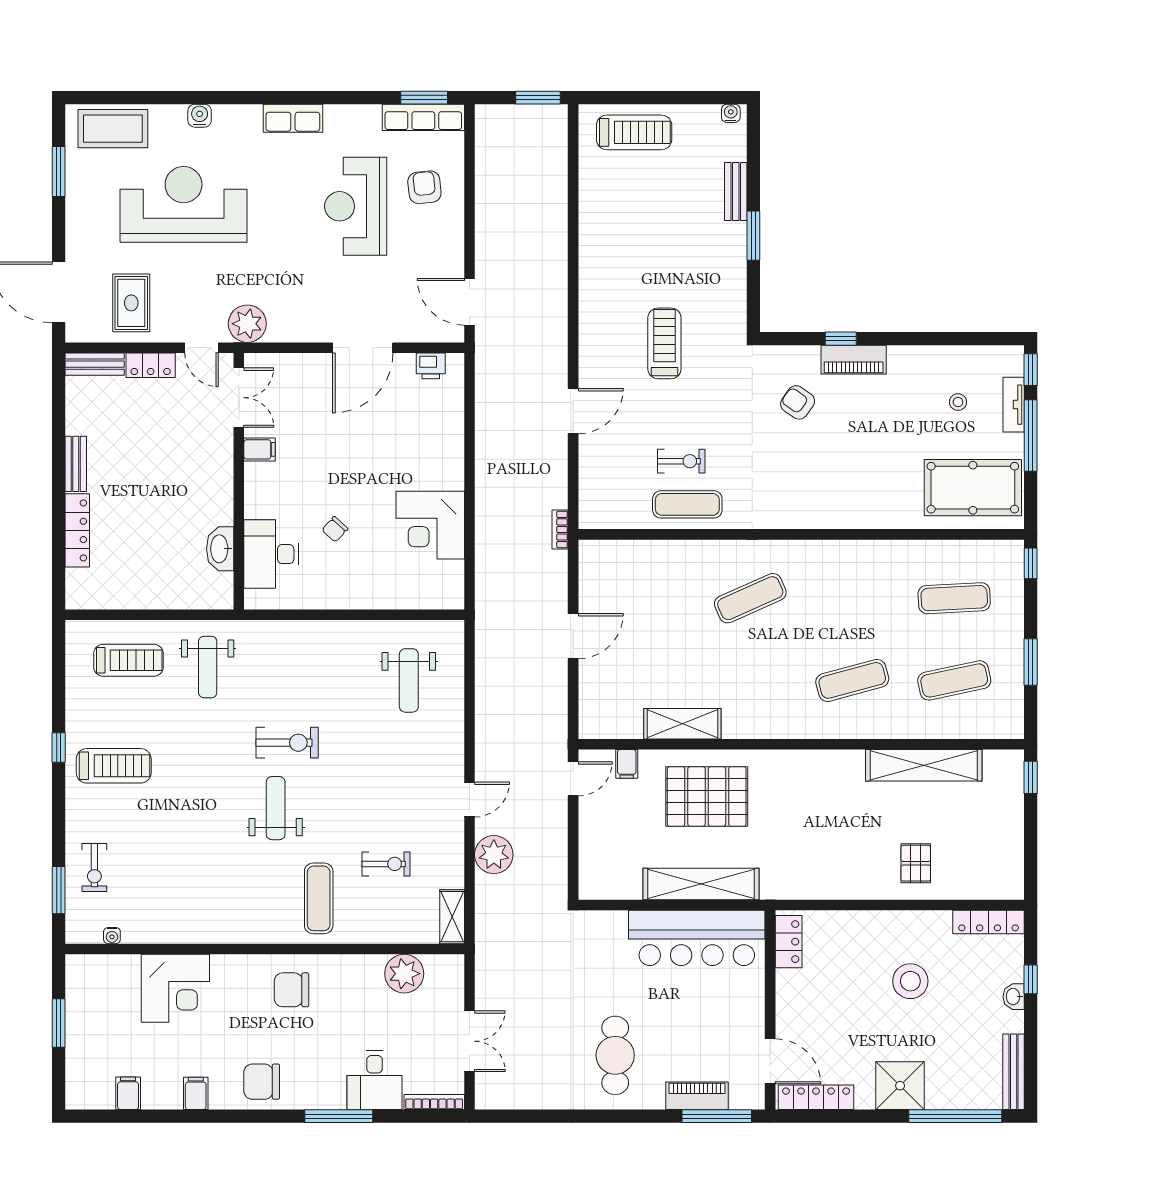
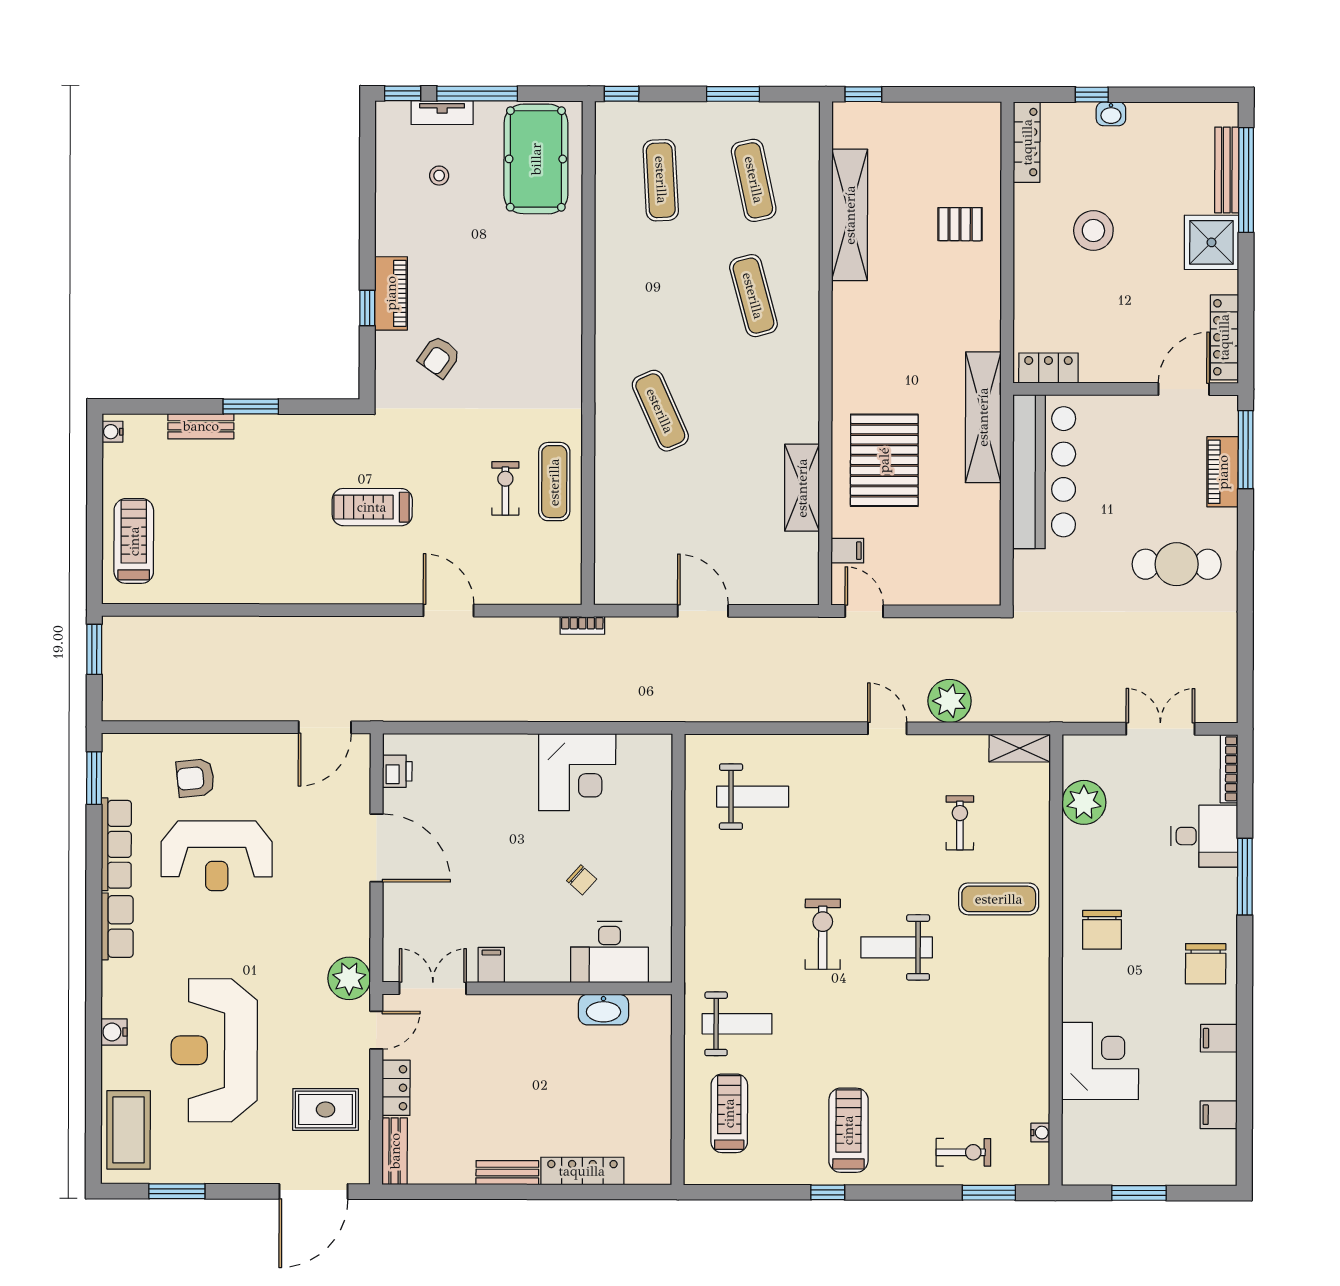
row of seats: (423, 117) -> (116, 844), moved
shelving: (701, 884) -> (983, 417), moved
bench: (1014, 1072) -> (1227, 170), moved, turned 90

